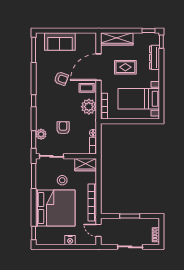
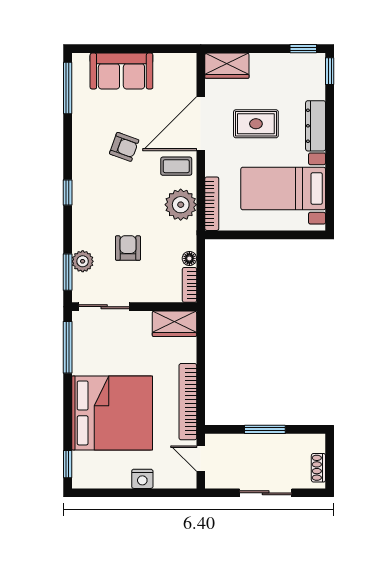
wardrobe: (117, 39) -> (227, 66), width x0.67
dresser: (154, 57) -> (316, 126), moved
stool: (62, 180) -> (126, 356), removed

